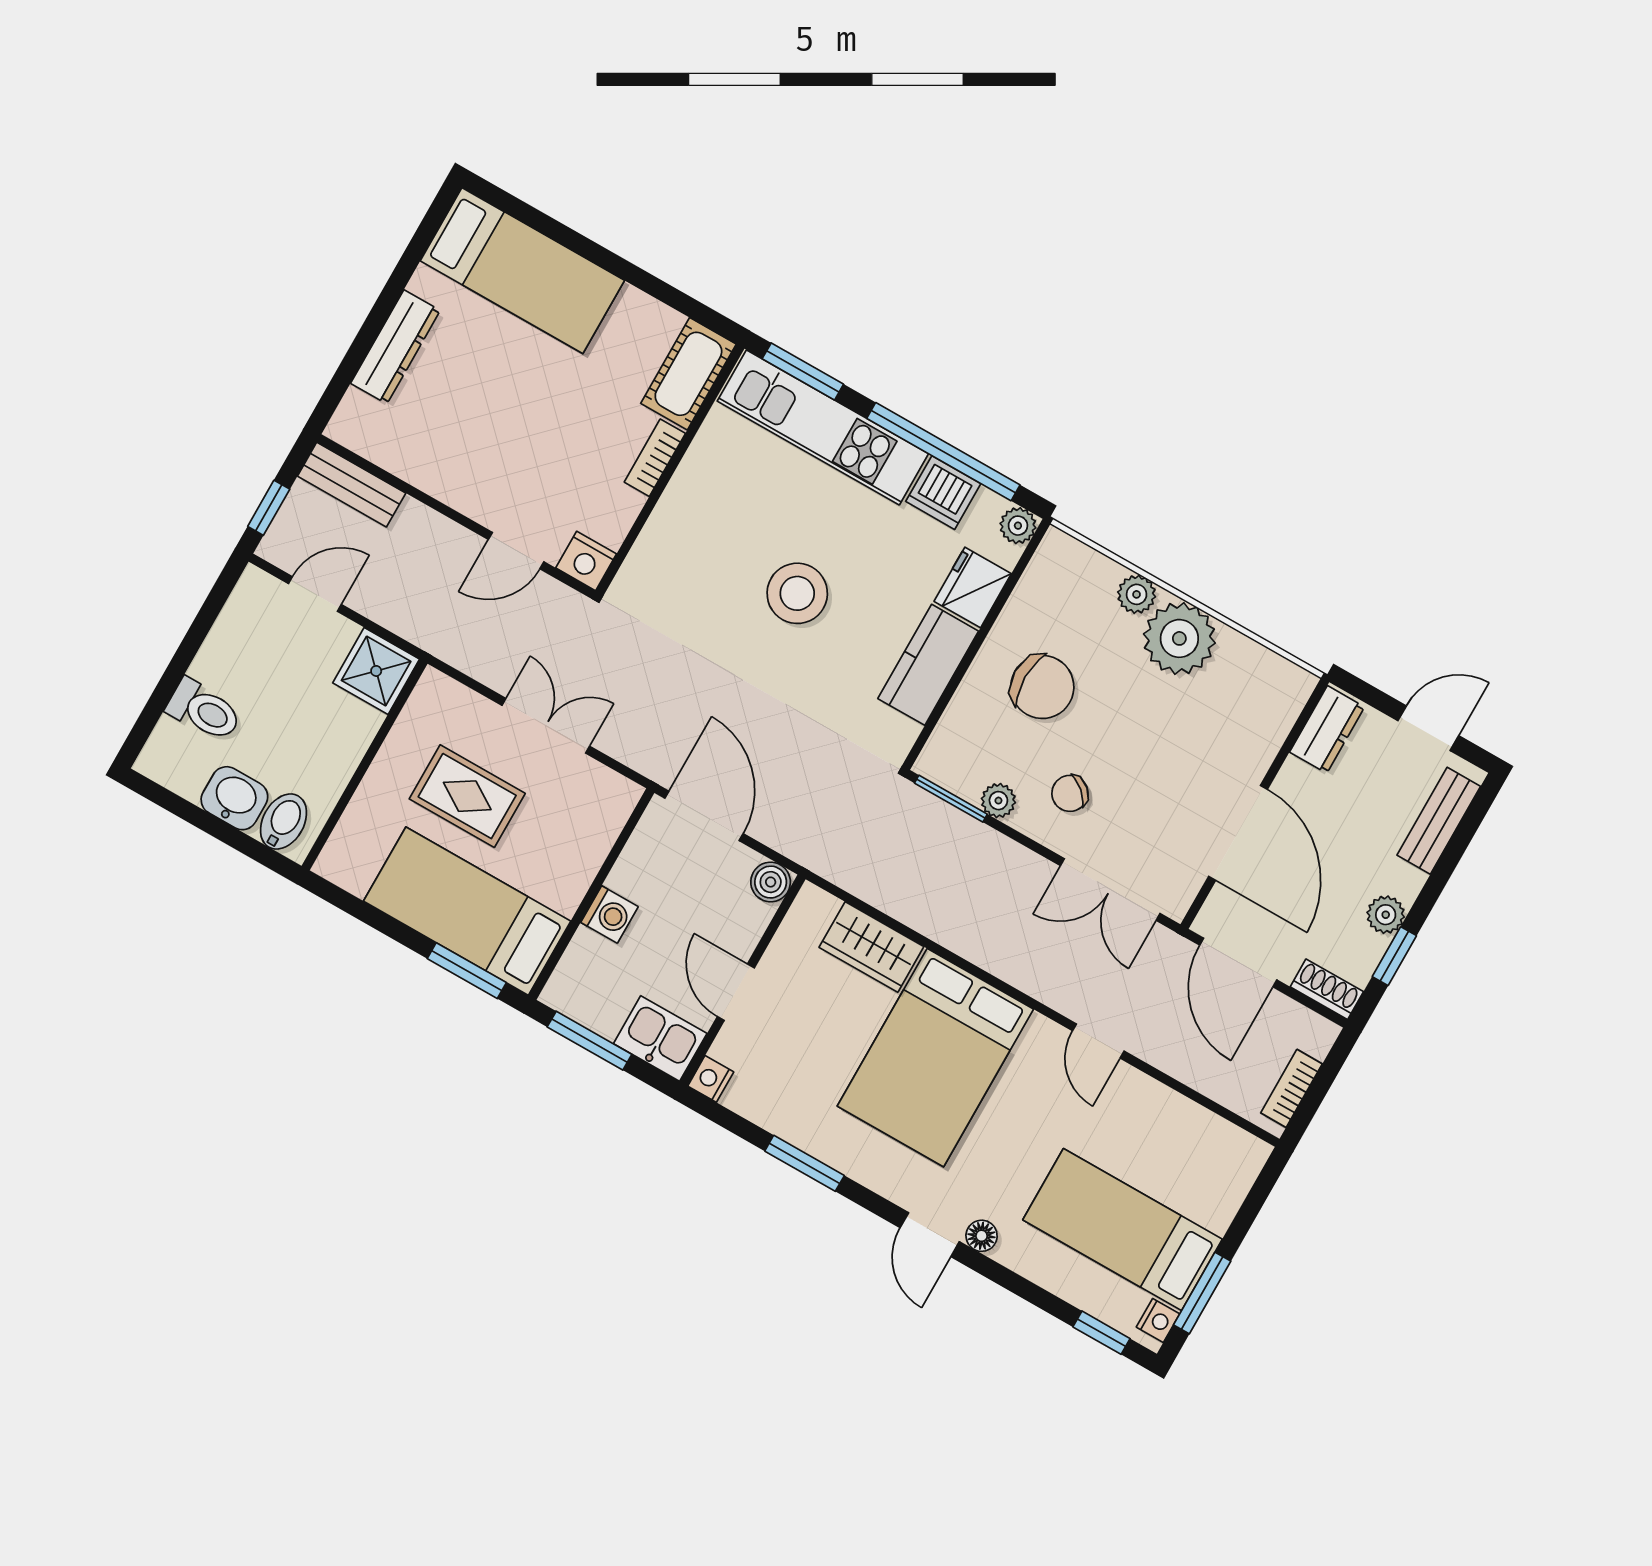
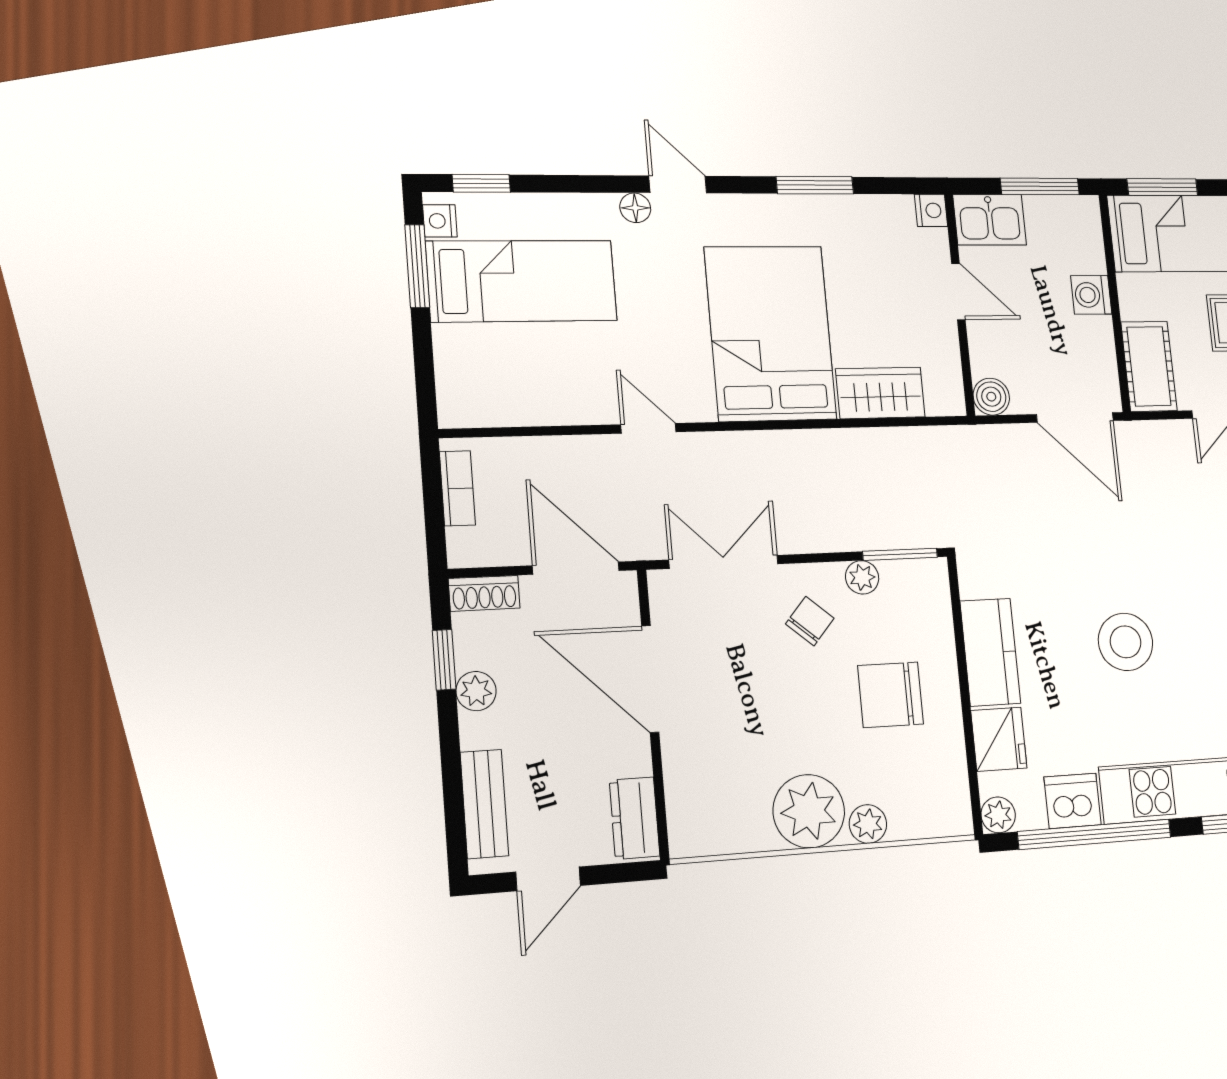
cot: (599, 818) -> (1149, 366), added

